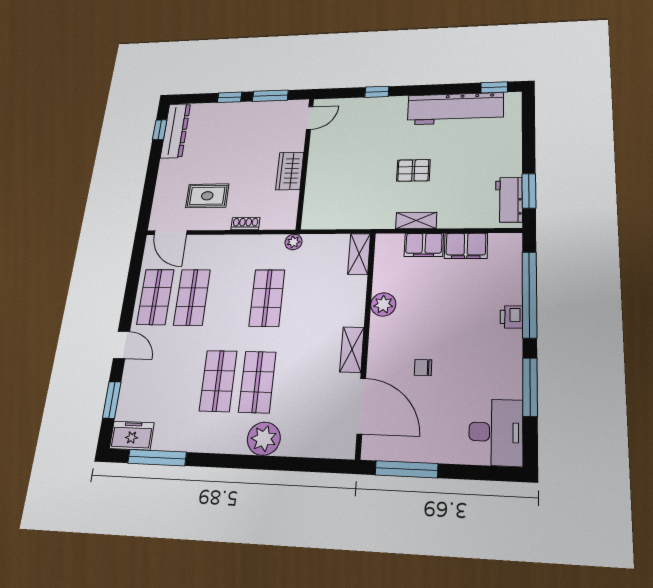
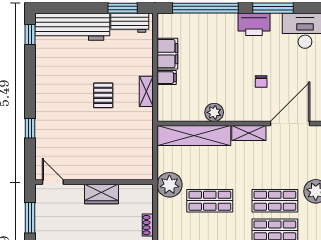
workbench: (455, 109) -> (72, 27), moved, turned 90
plant: (293, 242) -> (169, 185), width x1.87, depth x1.87
filing cabinet: (424, 245) -> (167, 78), width x0.50
shelving: (359, 254) -> (194, 135), width x2.20, depth x1.33
printer: (511, 317) -> (254, 24), moved, width x1.87, depth x1.48

